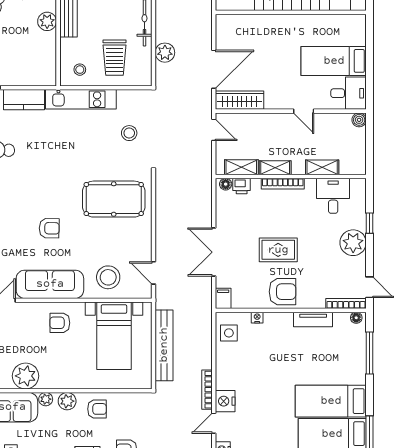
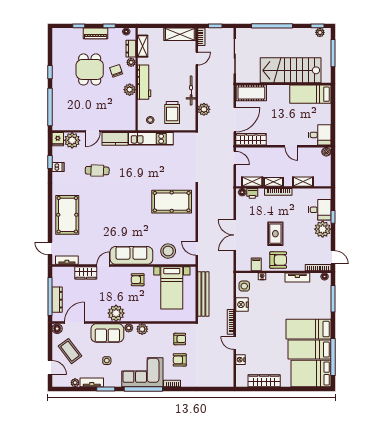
cot: (240, 27) -> (251, 93), added
bed: (334, 61) -> (310, 94), moved
stool: (129, 133) -> (181, 160), removed
desk: (333, 196) -> (320, 210), moved, turned 90
armchair: (49, 228) -> (131, 220), removed
rug: (278, 250) -> (275, 234), turned 90
filing cabinet: (223, 298) -> (256, 264), moved
nightstand: (225, 401) -> (242, 305), moved
armchair: (97, 409) -> (180, 339), moved
door: (214, 423) -> (235, 343), hinge flipped

